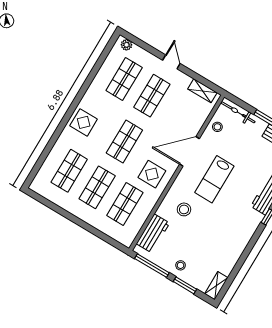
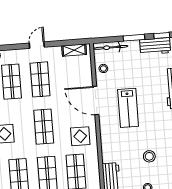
door: (171, 62) -> (37, 45), hinge flipped
door: (189, 151) -> (96, 101), hinge flipped
stool: (184, 209) -> (149, 156), moved

